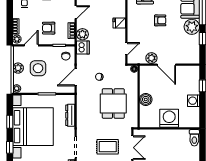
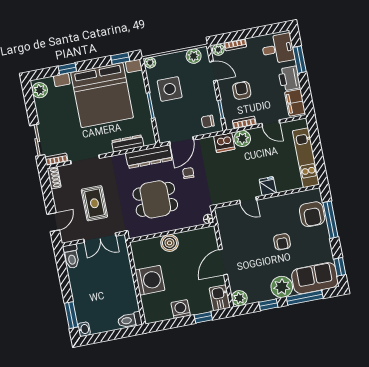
door: (126, 49) -> (248, 200), moved
plant: (151, 58) -> (239, 298), moved
plant: (18, 68) -> (194, 56), moved
side table: (38, 68) -> (170, 89), moved
kitchen sink: (191, 72) -> (220, 298), added
door: (76, 77) -> (181, 141), swing flipped
dresser: (82, 102) -> (149, 157), added
window: (10, 122) -> (120, 58), moved

